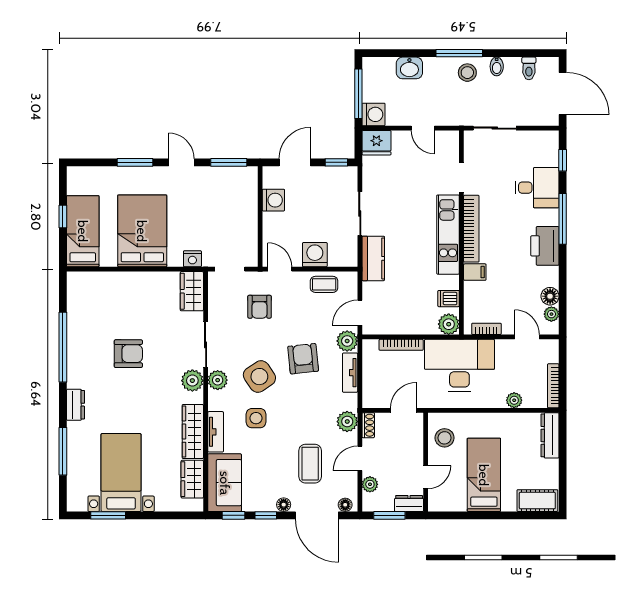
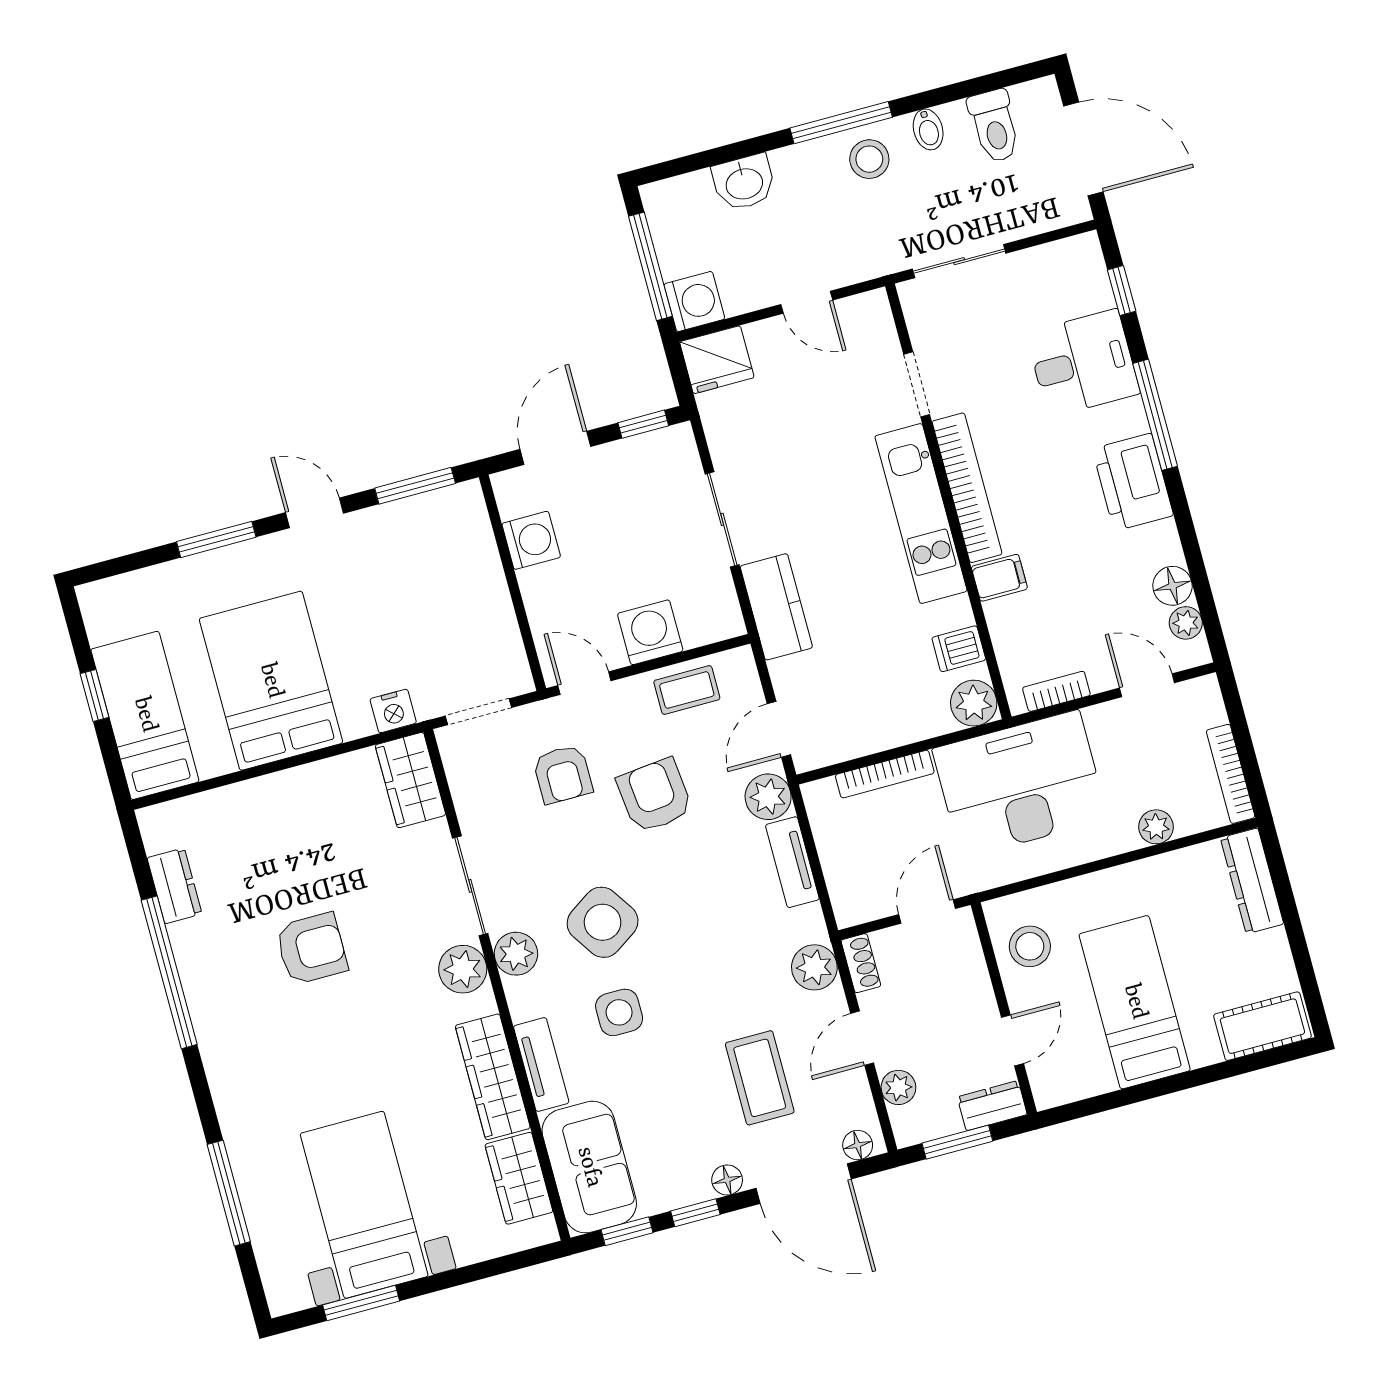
toilet: (529, 68) -> (994, 126), width x1.37, depth x1.39
armchair: (303, 359) -> (655, 796), moved
dresser: (75, 405) -> (175, 886), moved

